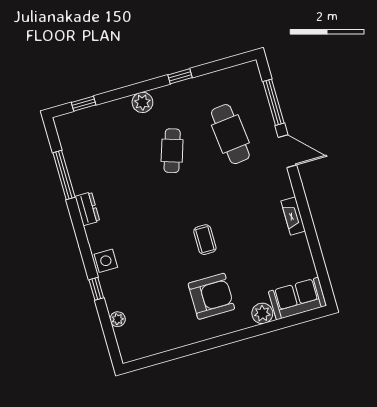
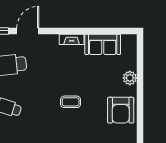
armchair: (211, 296) -> (121, 110), moved, turned 180
sofa: (297, 299) -> (103, 44), moved, turned -90

